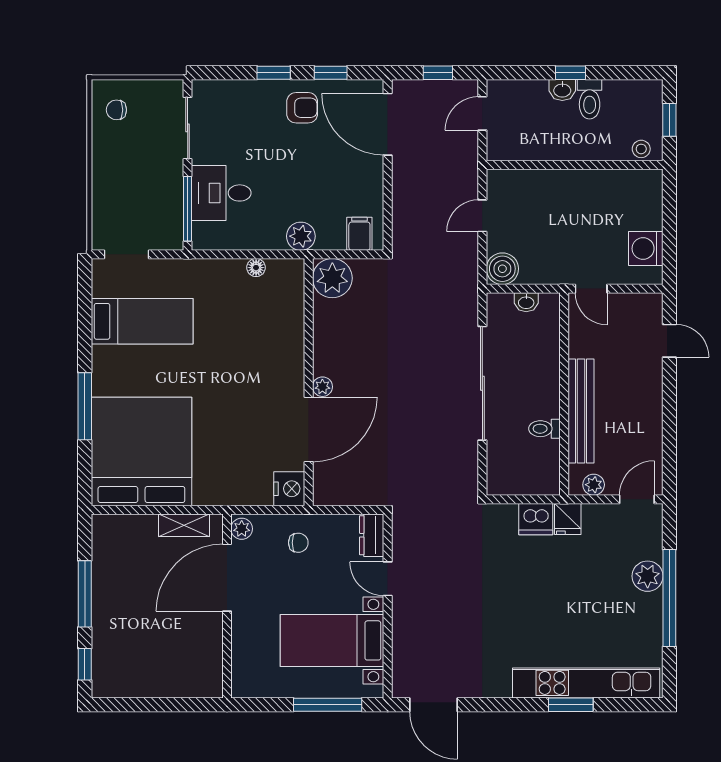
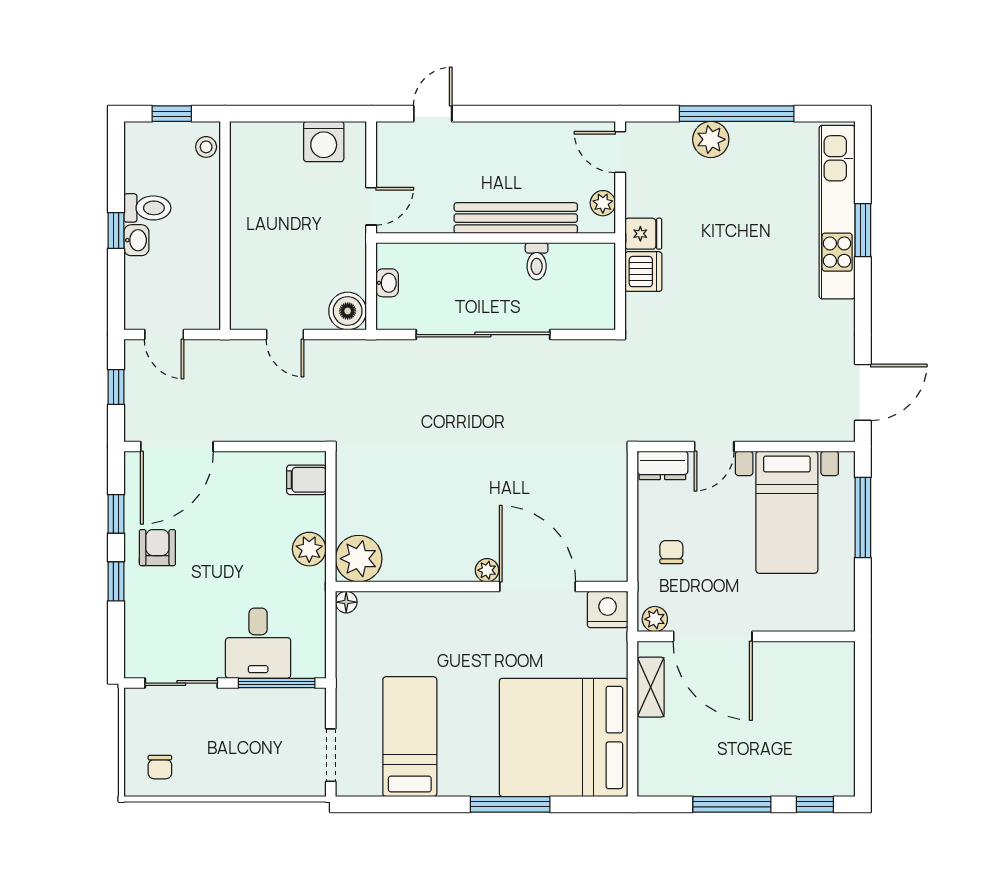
plant: (332, 278) -> (359, 559), moved
wall: (309, 382) -> (482, 587), moved
plant: (322, 387) -> (487, 570), moved
door: (309, 429) -> (538, 587), moved
nightstand: (289, 489) -> (608, 609), moved

